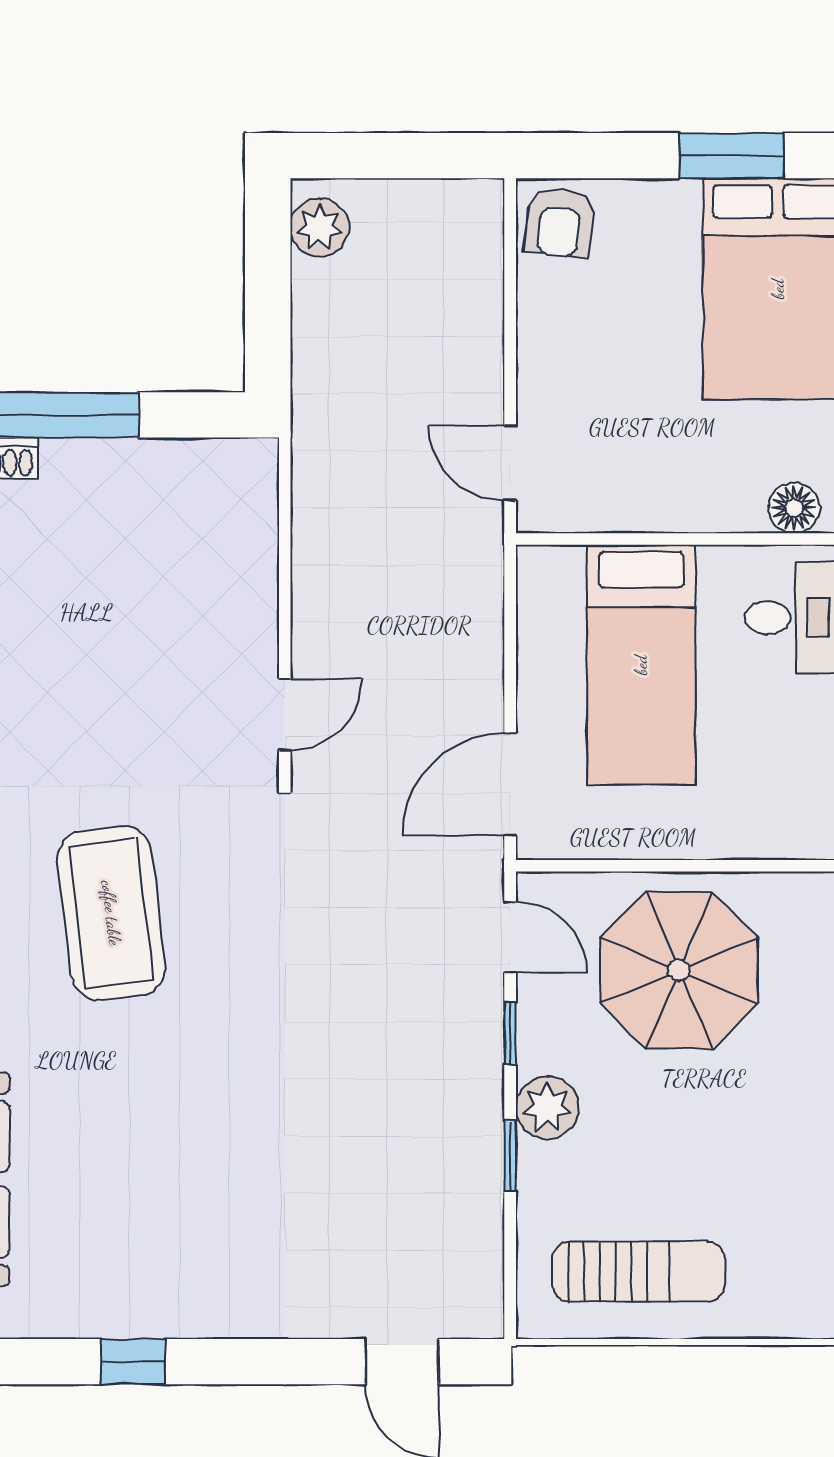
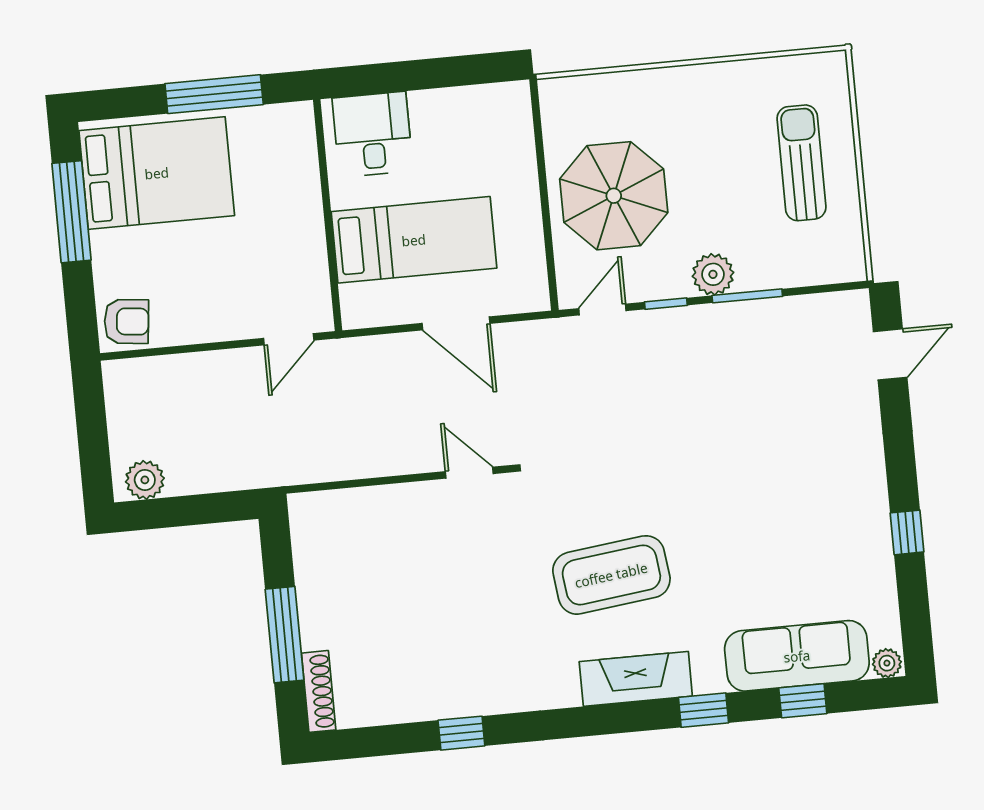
window: (732, 156) -> (71, 212), width x1.44
floor lamp: (794, 508) -> (301, 148), removed
door: (510, 784) -> (456, 323), moved
window: (510, 1156) -> (747, 296), width x1.50
sun lounger: (639, 1272) -> (801, 163), moved

